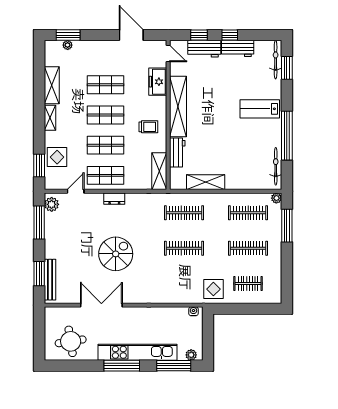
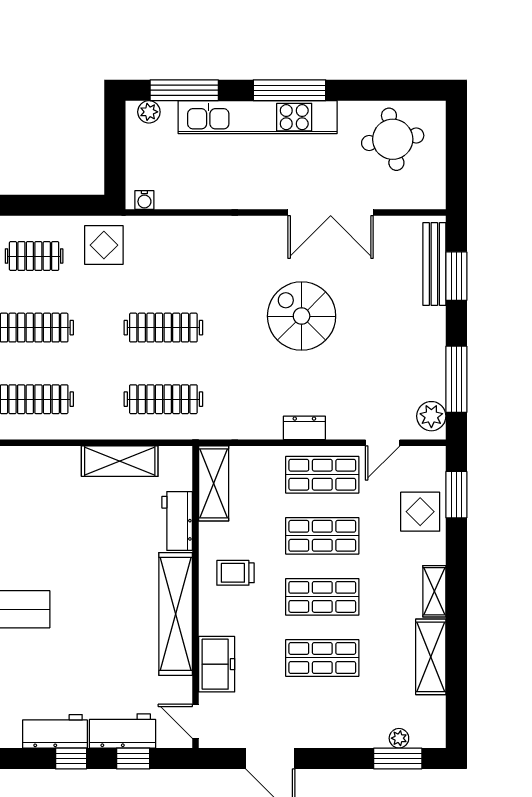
spiral stairs: (116, 254) -> (302, 316), turned 90

